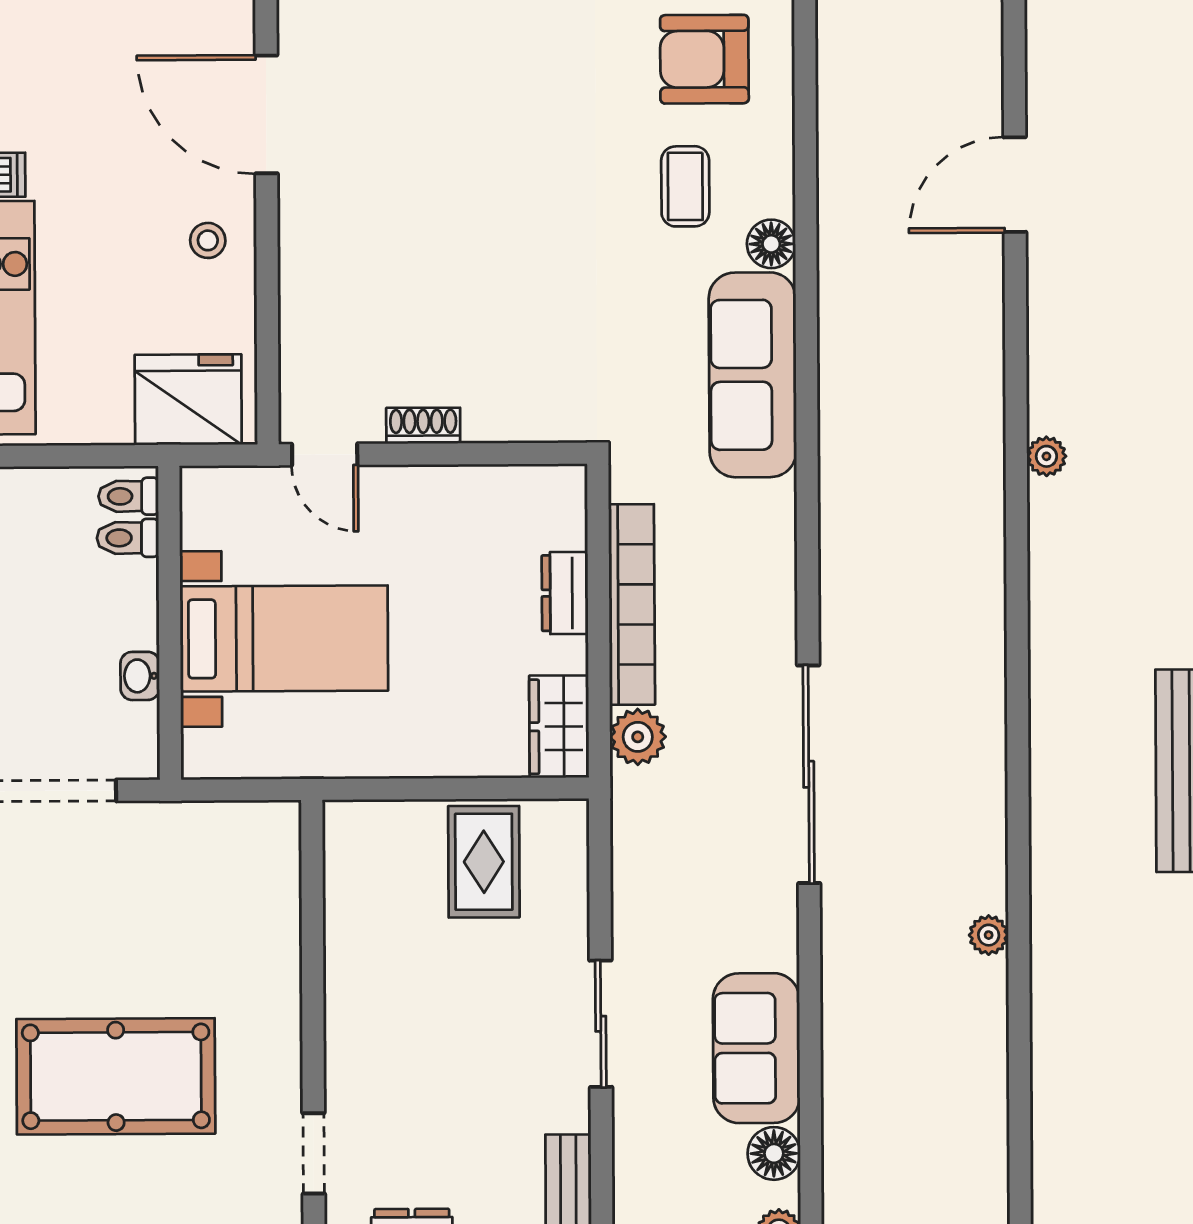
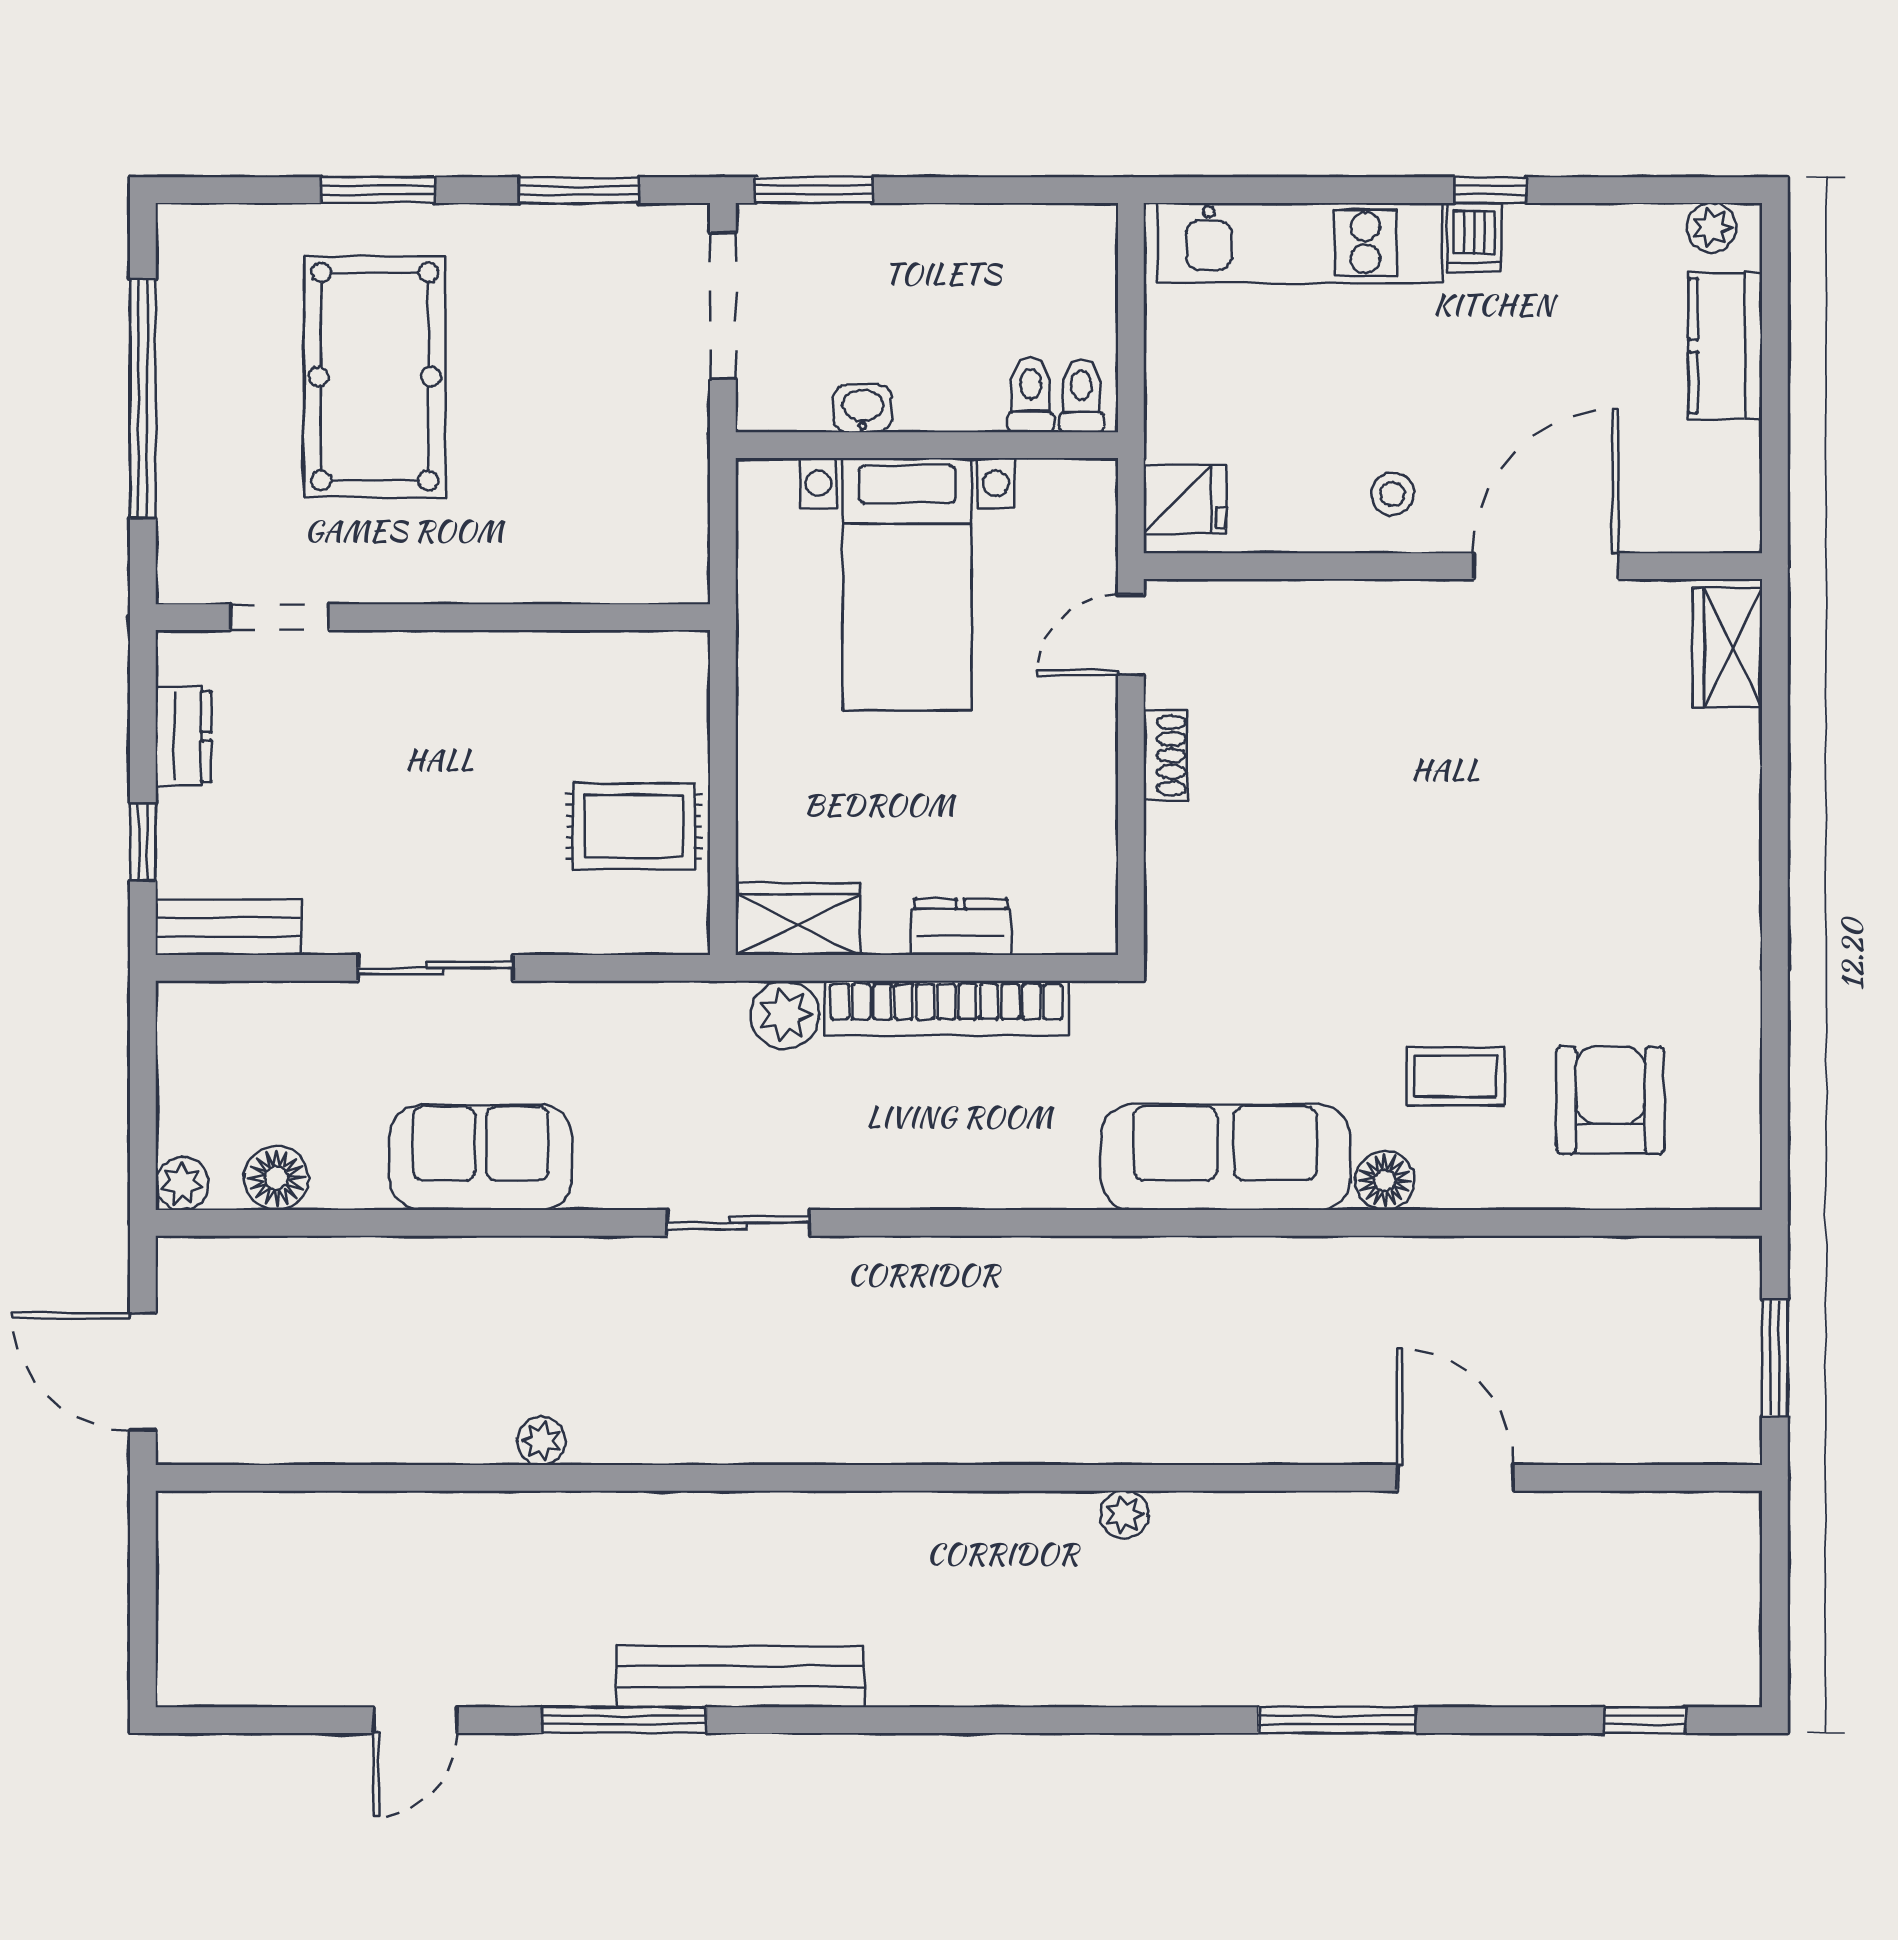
fridge: (188, 400) -> (1185, 500), width x0.53, depth x0.75
sliding door: (809, 774) -> (738, 1223), width x0.54
sofa: (756, 1048) -> (481, 1157), moved

